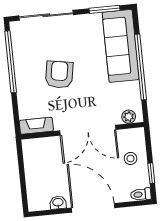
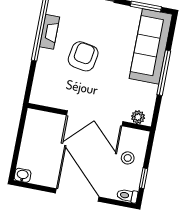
window: (141, 67) -> (164, 73), width x0.68
fireplace: (36, 126) -> (49, 32), moved, turned 90
washbasin: (58, 203) -> (23, 175), moved

